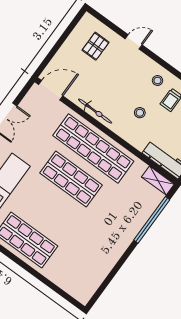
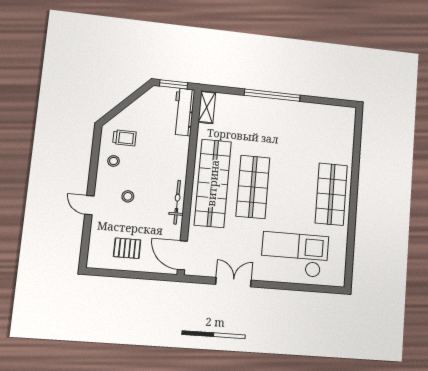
pallet: (96, 46) -> (127, 248), moved
stool: (140, 113) -> (128, 196), moved
window: (152, 220) -> (272, 95), moved

